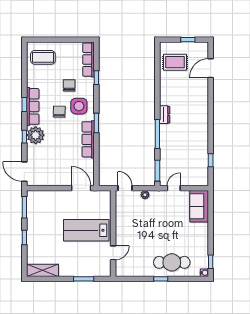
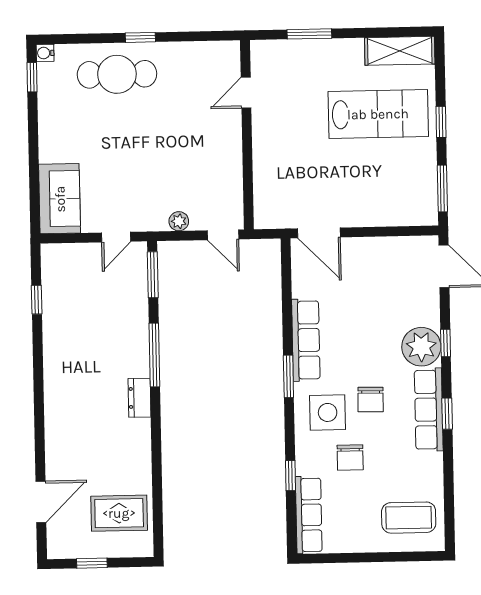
lab bench: (86, 230) -> (378, 114), moved

